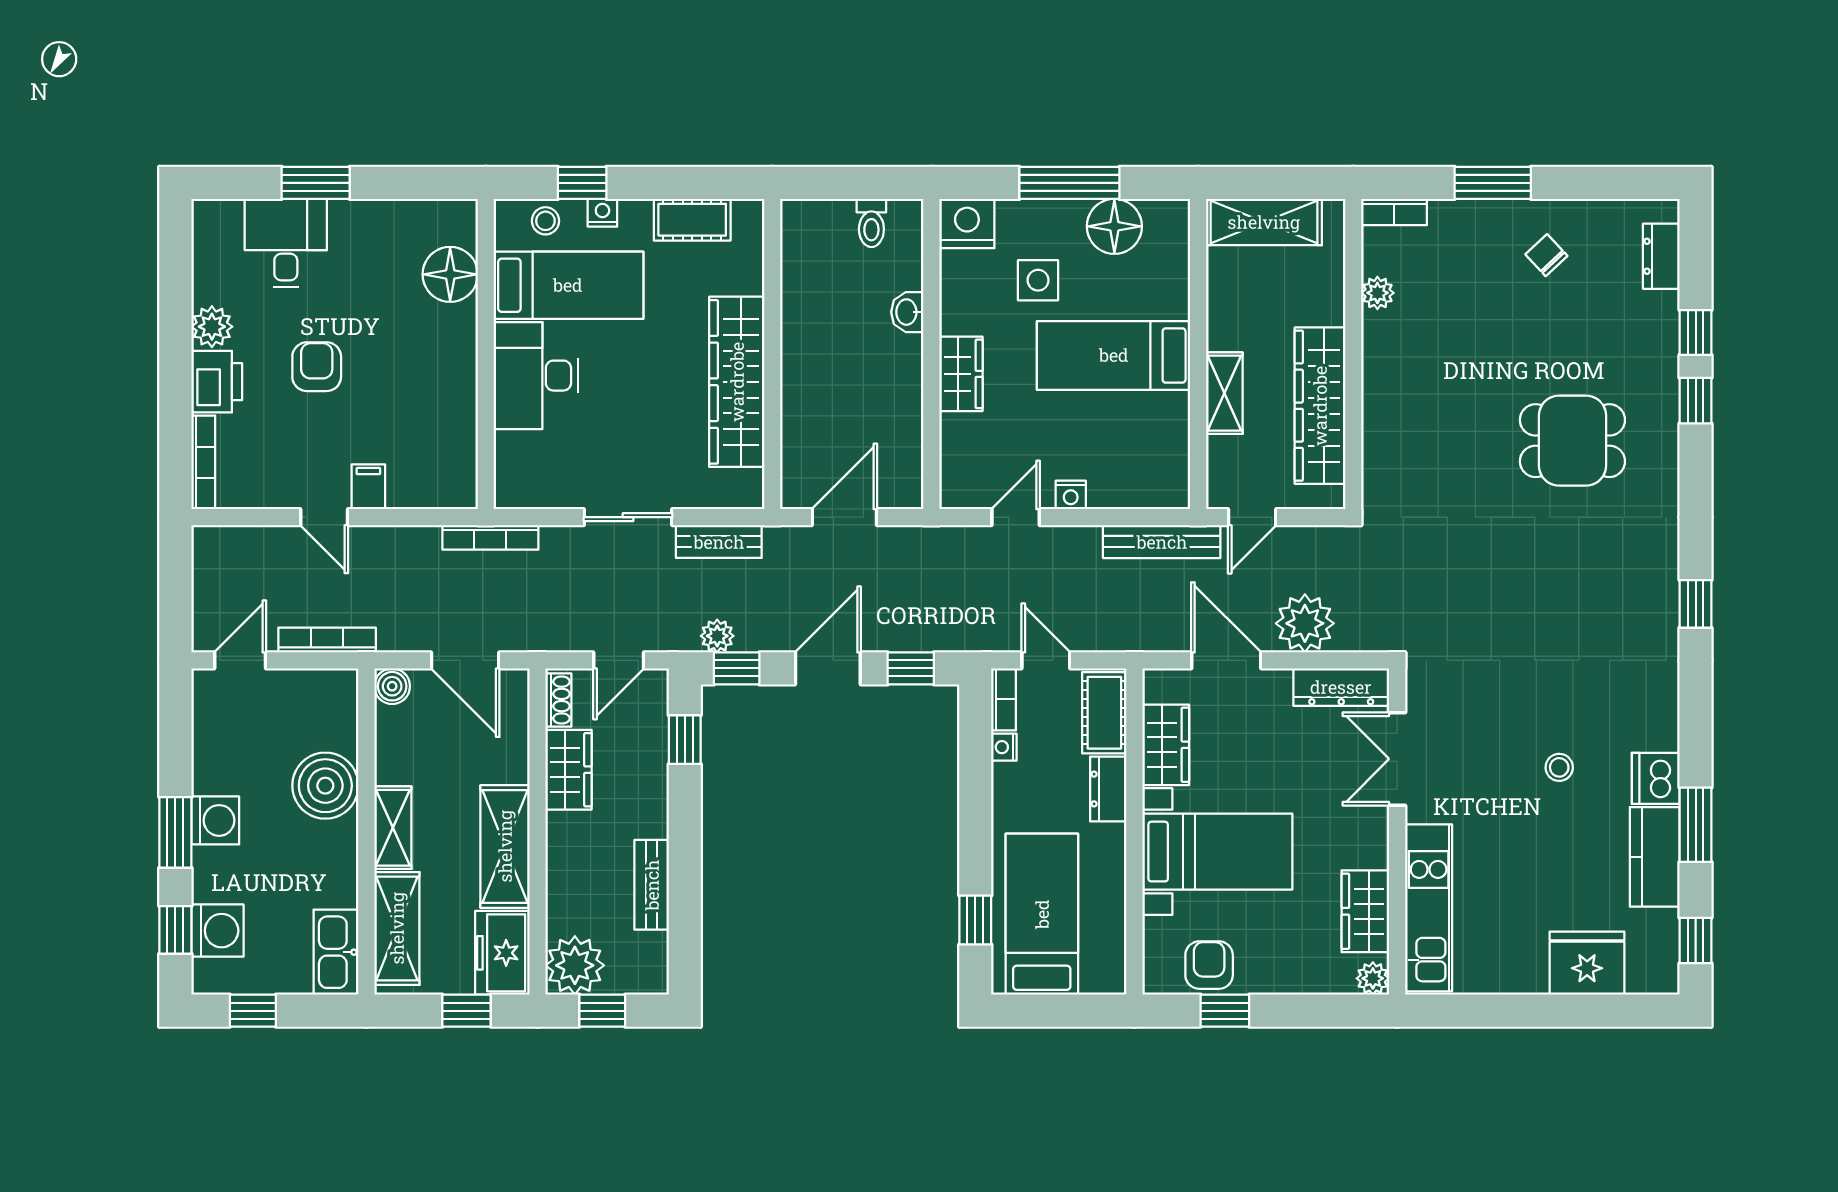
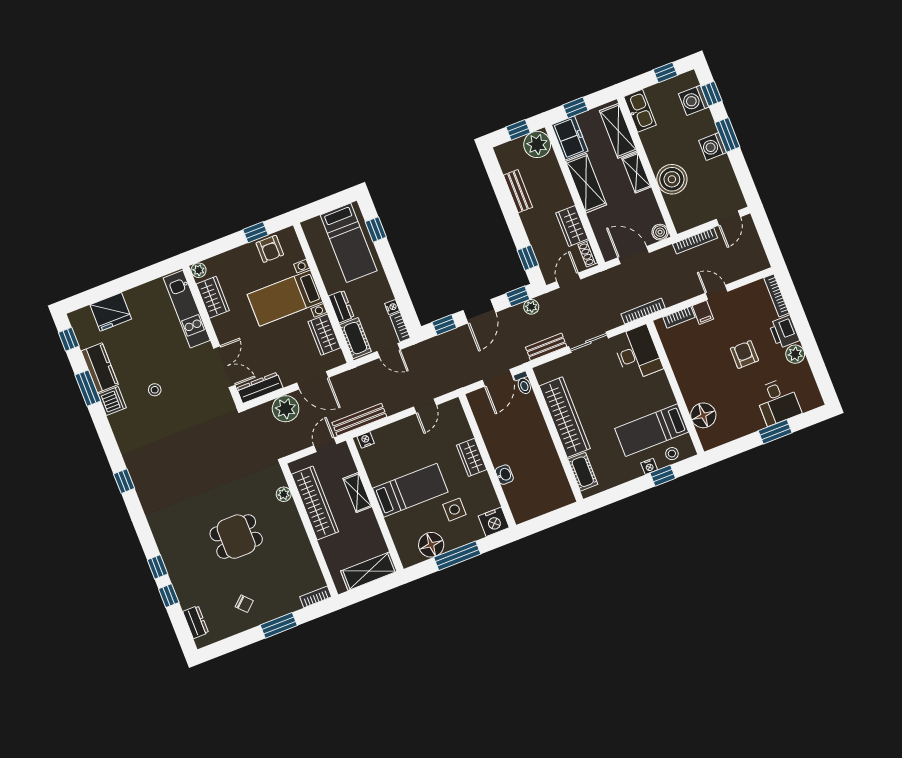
cot: (692, 220) -> (583, 472), moved, turned 90
toilet: (871, 223) -> (523, 383), moved, turned 180
plant: (1377, 293) -> (284, 494), moved
armchair: (317, 367) -> (744, 354), turned 180
desk: (536, 376) -> (637, 353), moved
dining table: (1572, 441) -> (236, 537), moved
nightstand: (1071, 495) -> (366, 440), moved
bookcase: (422, 496) -> (679, 317), added

